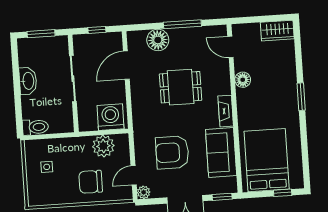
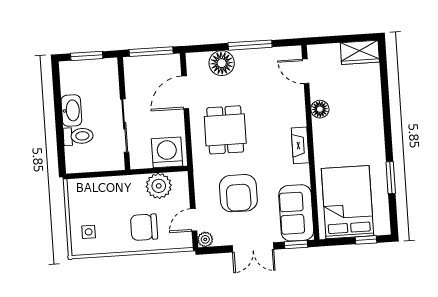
window: (97, 30) -> (151, 52), width x2.17
sliding door: (73, 79) -> (125, 126), moved
dining table: (181, 87) -> (225, 130), moved, turned 90
window: (301, 97) -> (391, 178), moved
toilet: (35, 127) -> (78, 136), moved
armchair: (172, 152) -> (238, 193), turned -90
sofa: (221, 152) -> (296, 213), moved
side table: (47, 167) -> (89, 232), moved

